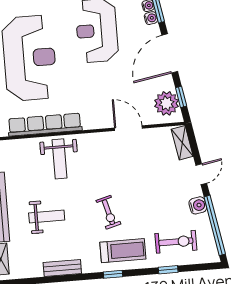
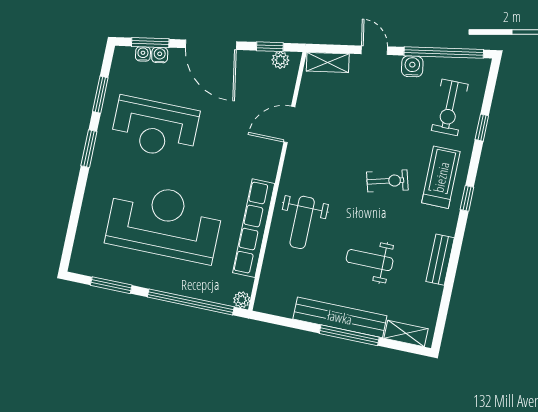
plant: (167, 103) -> (280, 60), width x0.53, depth x0.53
weight bench: (59, 159) -> (302, 222), turned 90
weight bench: (47, 216) -> (370, 260), turned -90
exercise bike: (176, 242) -> (450, 107), turned 180

